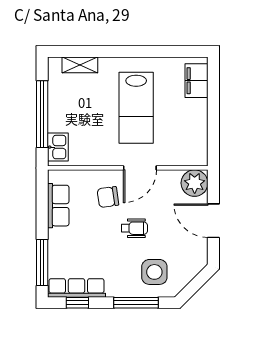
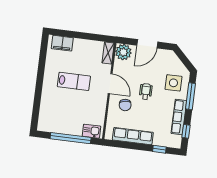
shelving: (80, 65) -> (108, 53), moved
lab bench: (136, 108) -> (74, 81), width x0.73, depth x0.72
row of seats: (58, 206) -> (133, 136), width x1.48
window: (42, 263) -> (159, 149), width x0.46
row of seats: (76, 288) -> (179, 117), moved

